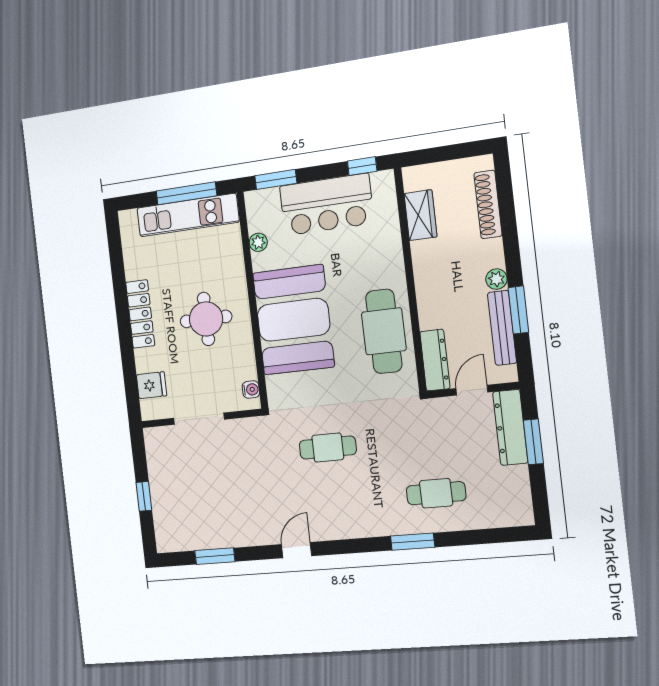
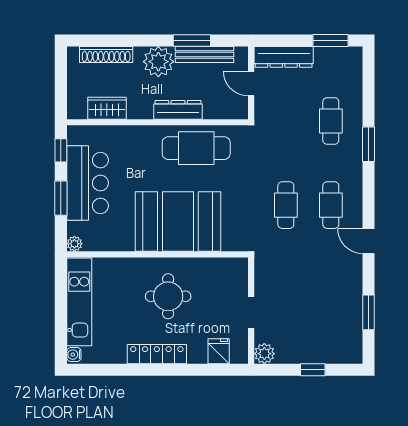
window: (276, 179) -> (61, 198), moved
window: (186, 193) -> (61, 301), removed
plant: (258, 242) -> (74, 244), moved
plant: (496, 279) -> (158, 62), width x1.88, depth x1.88
dresser: (435, 360) -> (178, 110), moved
water cooler: (251, 390) -> (74, 355), moved, turned -90
doorway: (199, 419) -> (251, 313), width x0.73
plant: (155, 439) -> (264, 354), added
window: (533, 442) -> (331, 40), moved
cafe table: (334, 502) -> (331, 205), added

